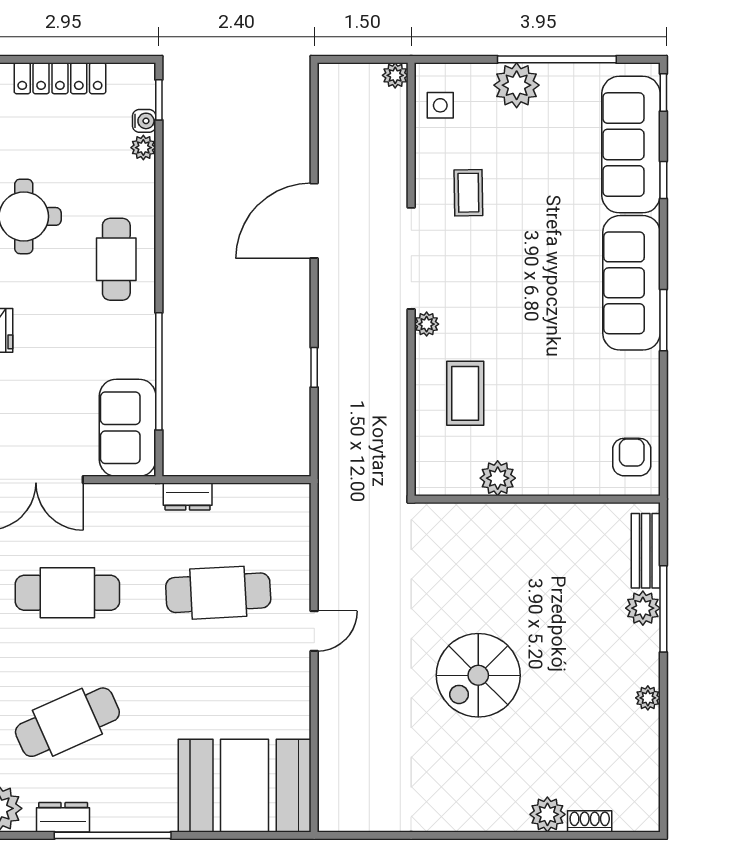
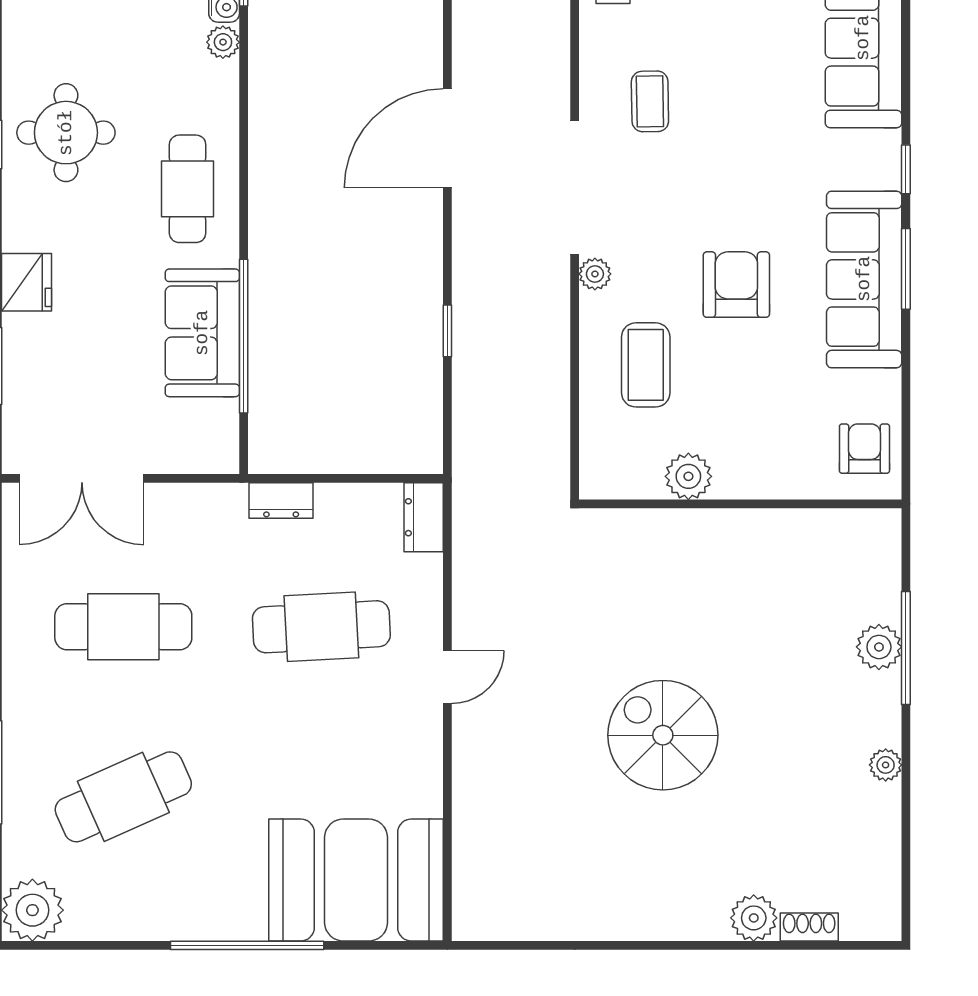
window: (663, 180) -> (906, 169), moved
sofa: (631, 283) -> (864, 279), moved
armchair: (534, 332) -> (736, 285), added
sofa: (128, 428) -> (202, 333), moved
bench: (646, 551) -> (883, 572), removed
spiral stairs: (478, 675) -> (663, 735), turned 90
dresser: (63, 817) -> (424, 517), moved, turned -90
window: (113, 835) -> (247, 945), moved

